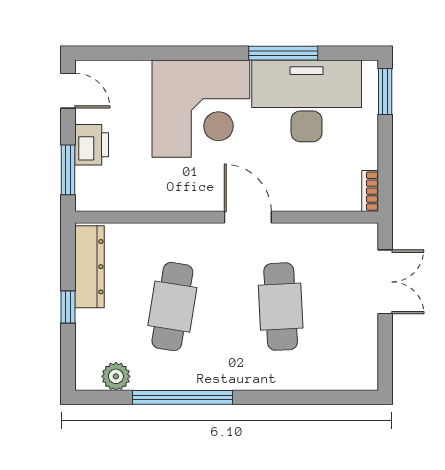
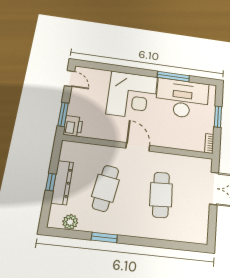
window: (385, 92) -> (218, 117), moved
printer: (92, 145) -> (73, 126), moved
door: (248, 217) -> (138, 147), moved
dresser: (89, 267) -> (62, 183), moved
window: (183, 397) -> (104, 237), width x0.47

